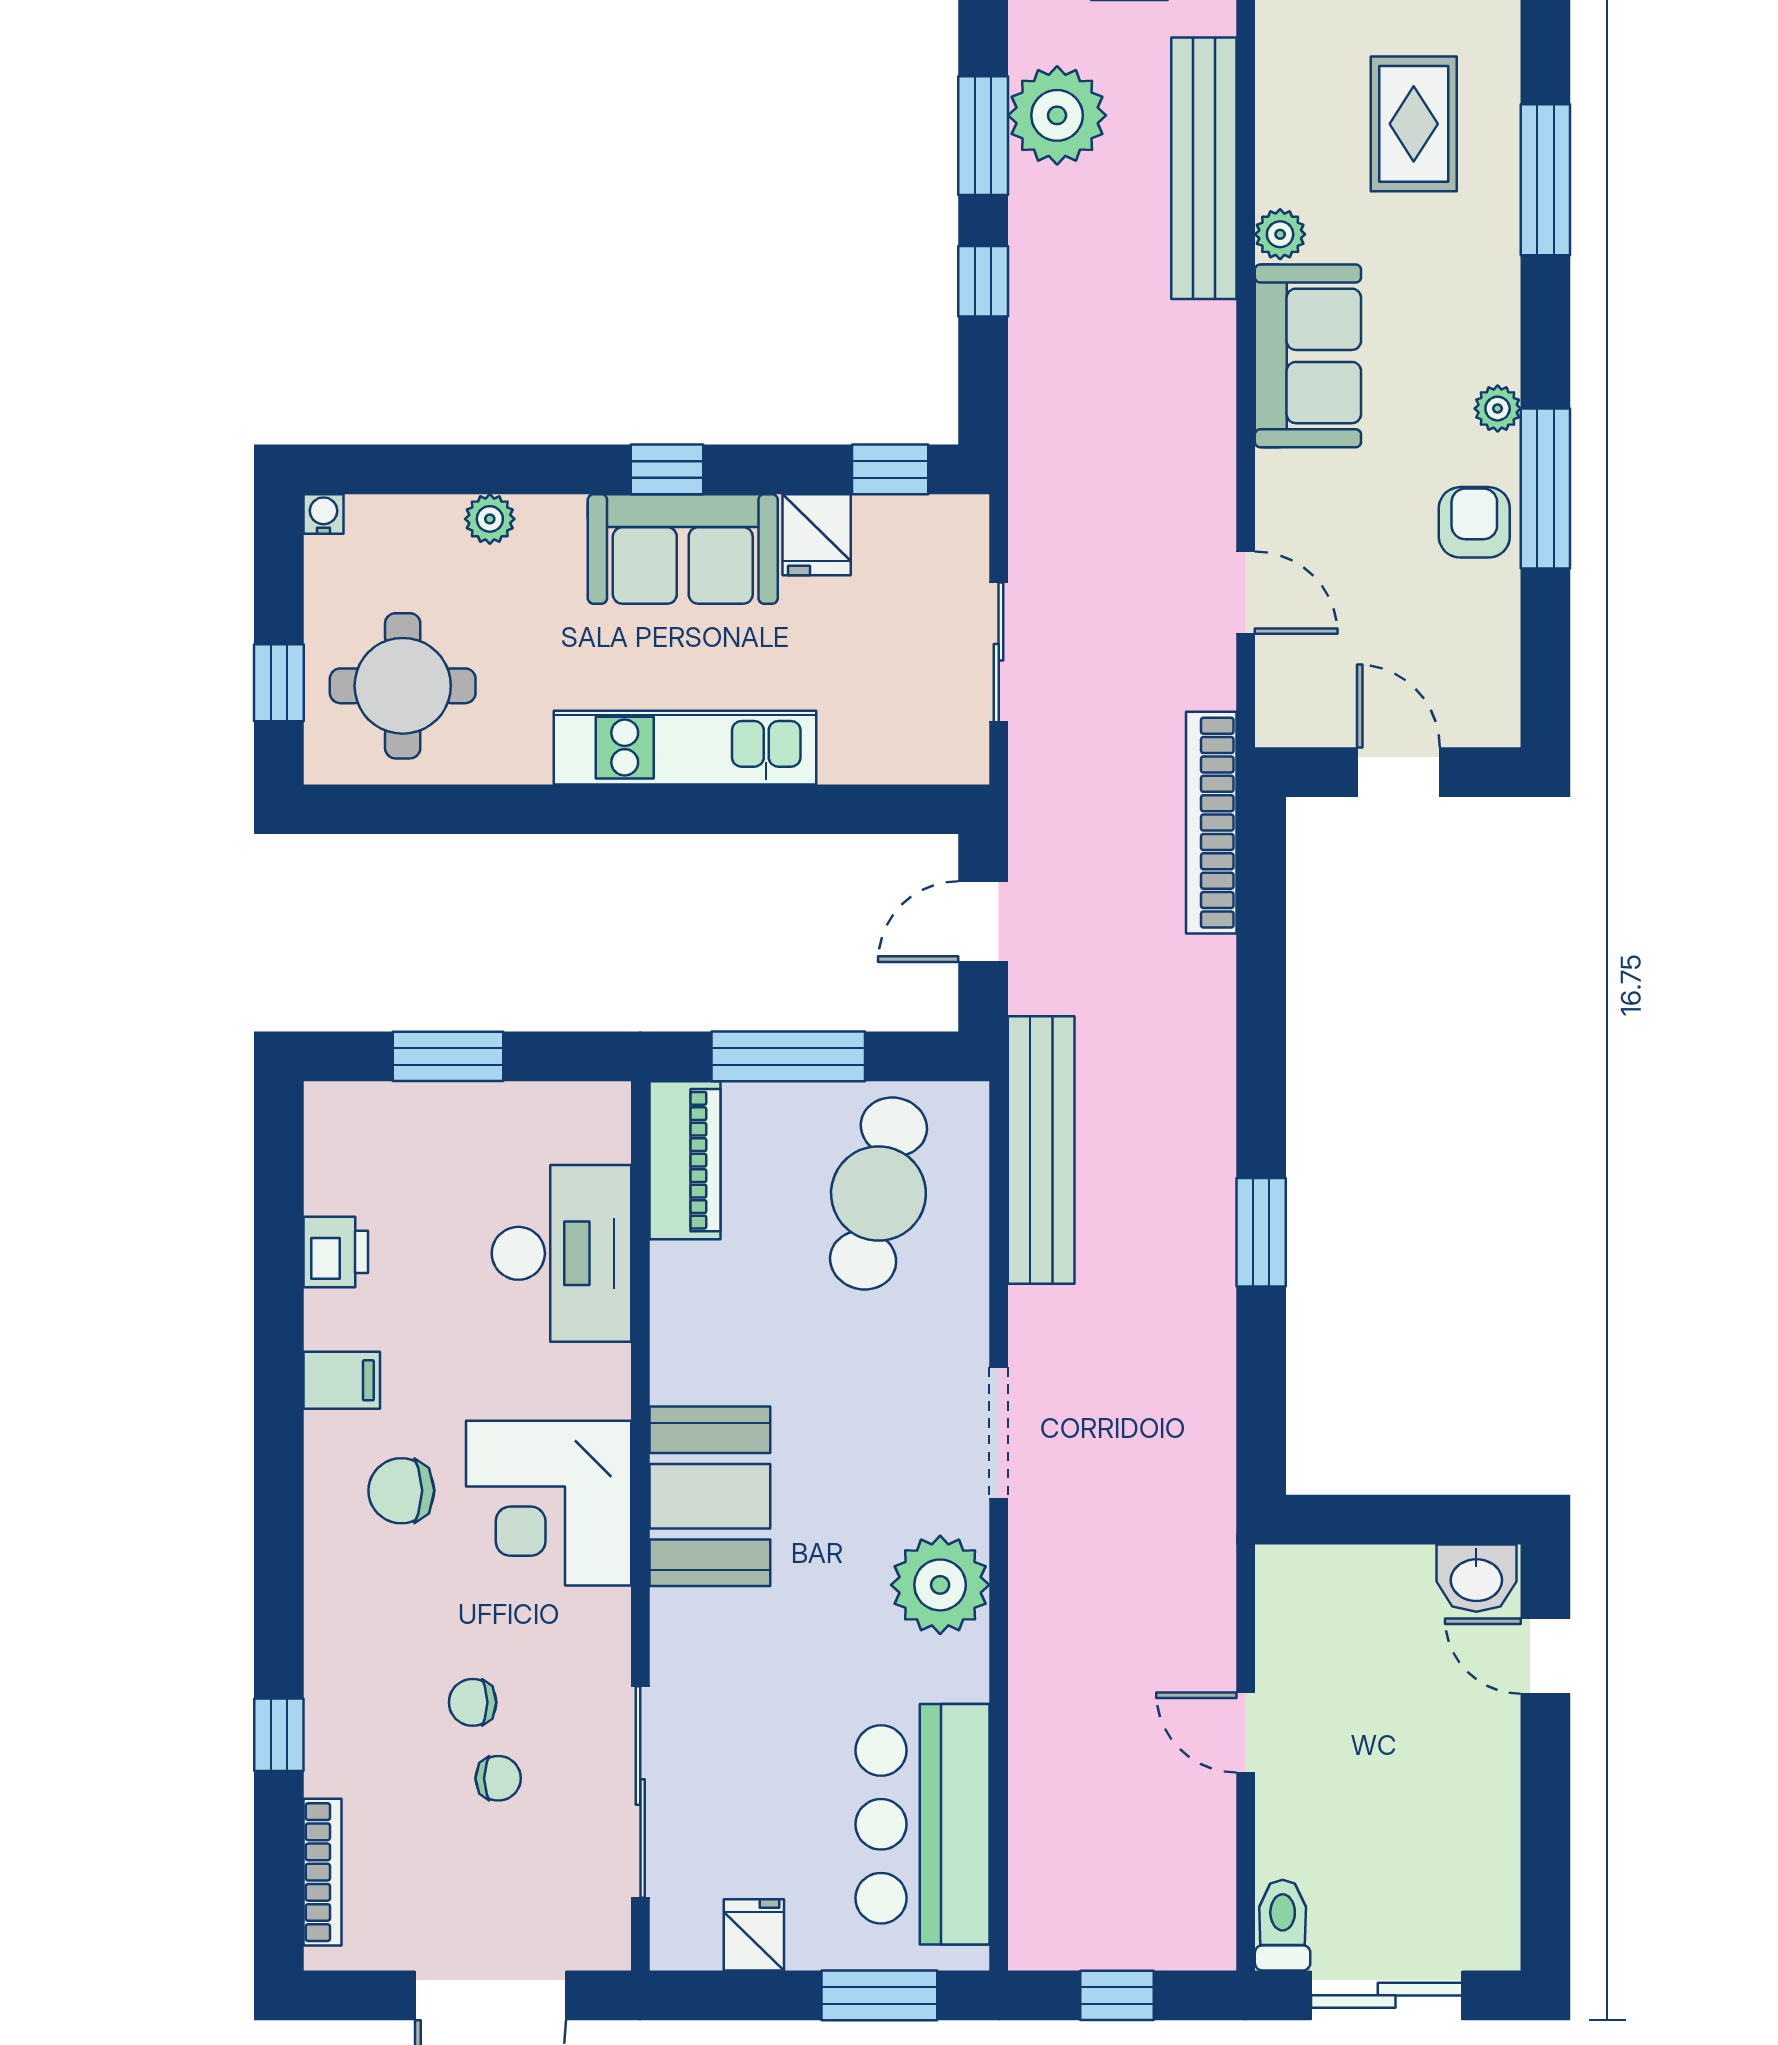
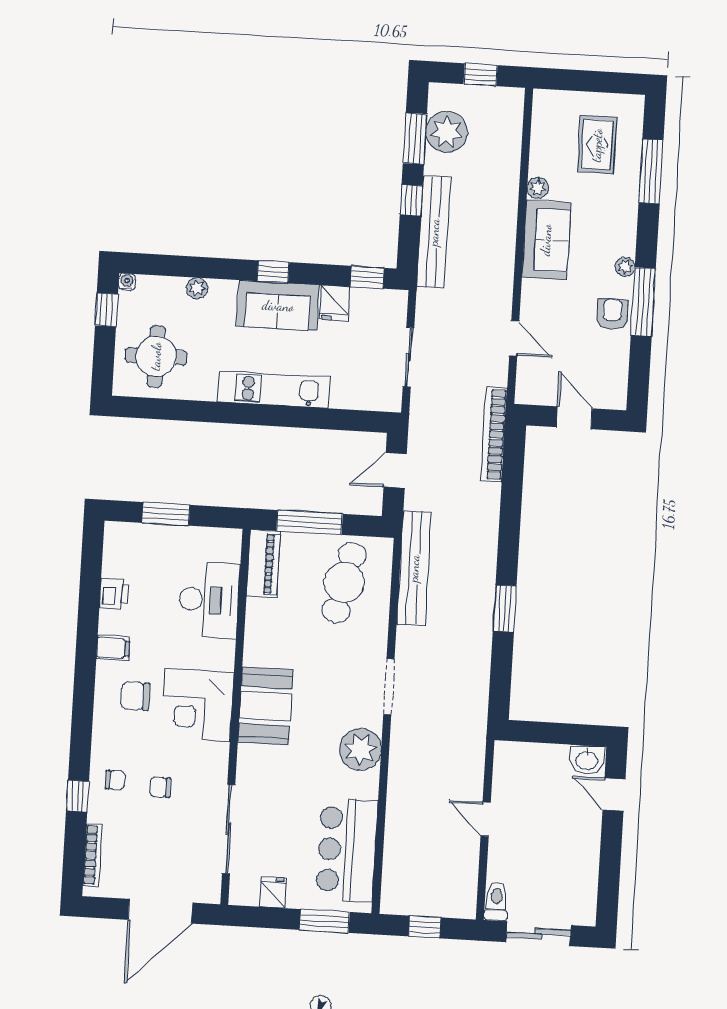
bench: (1204, 168) -> (434, 232), moved
window: (279, 683) -> (106, 310), moved
chair: (498, 1778) -> (115, 780), moved

